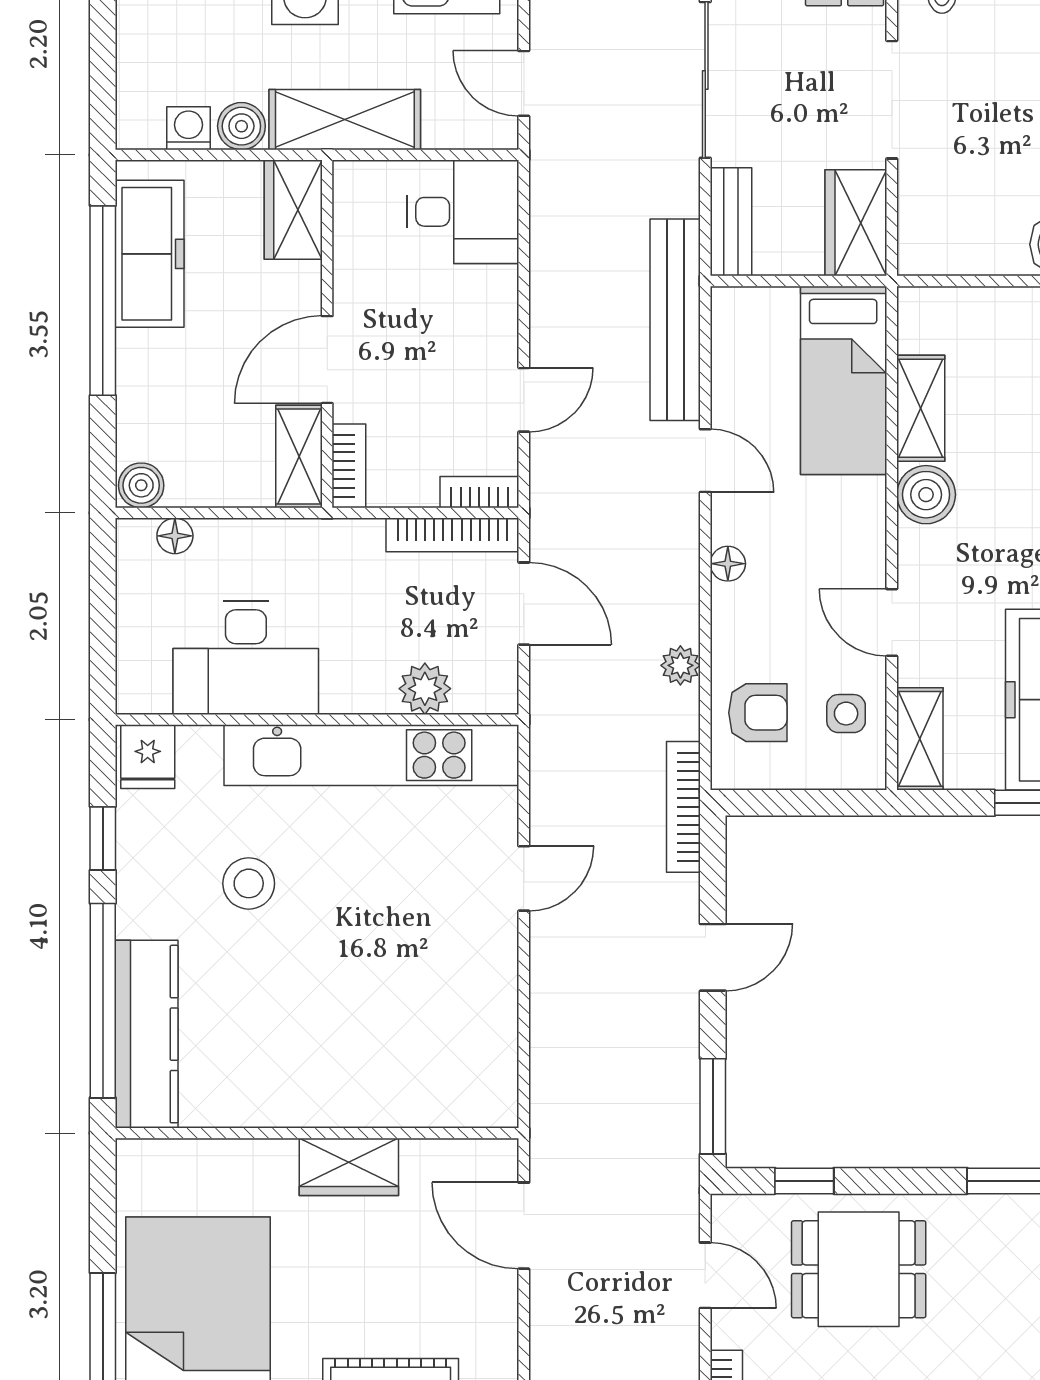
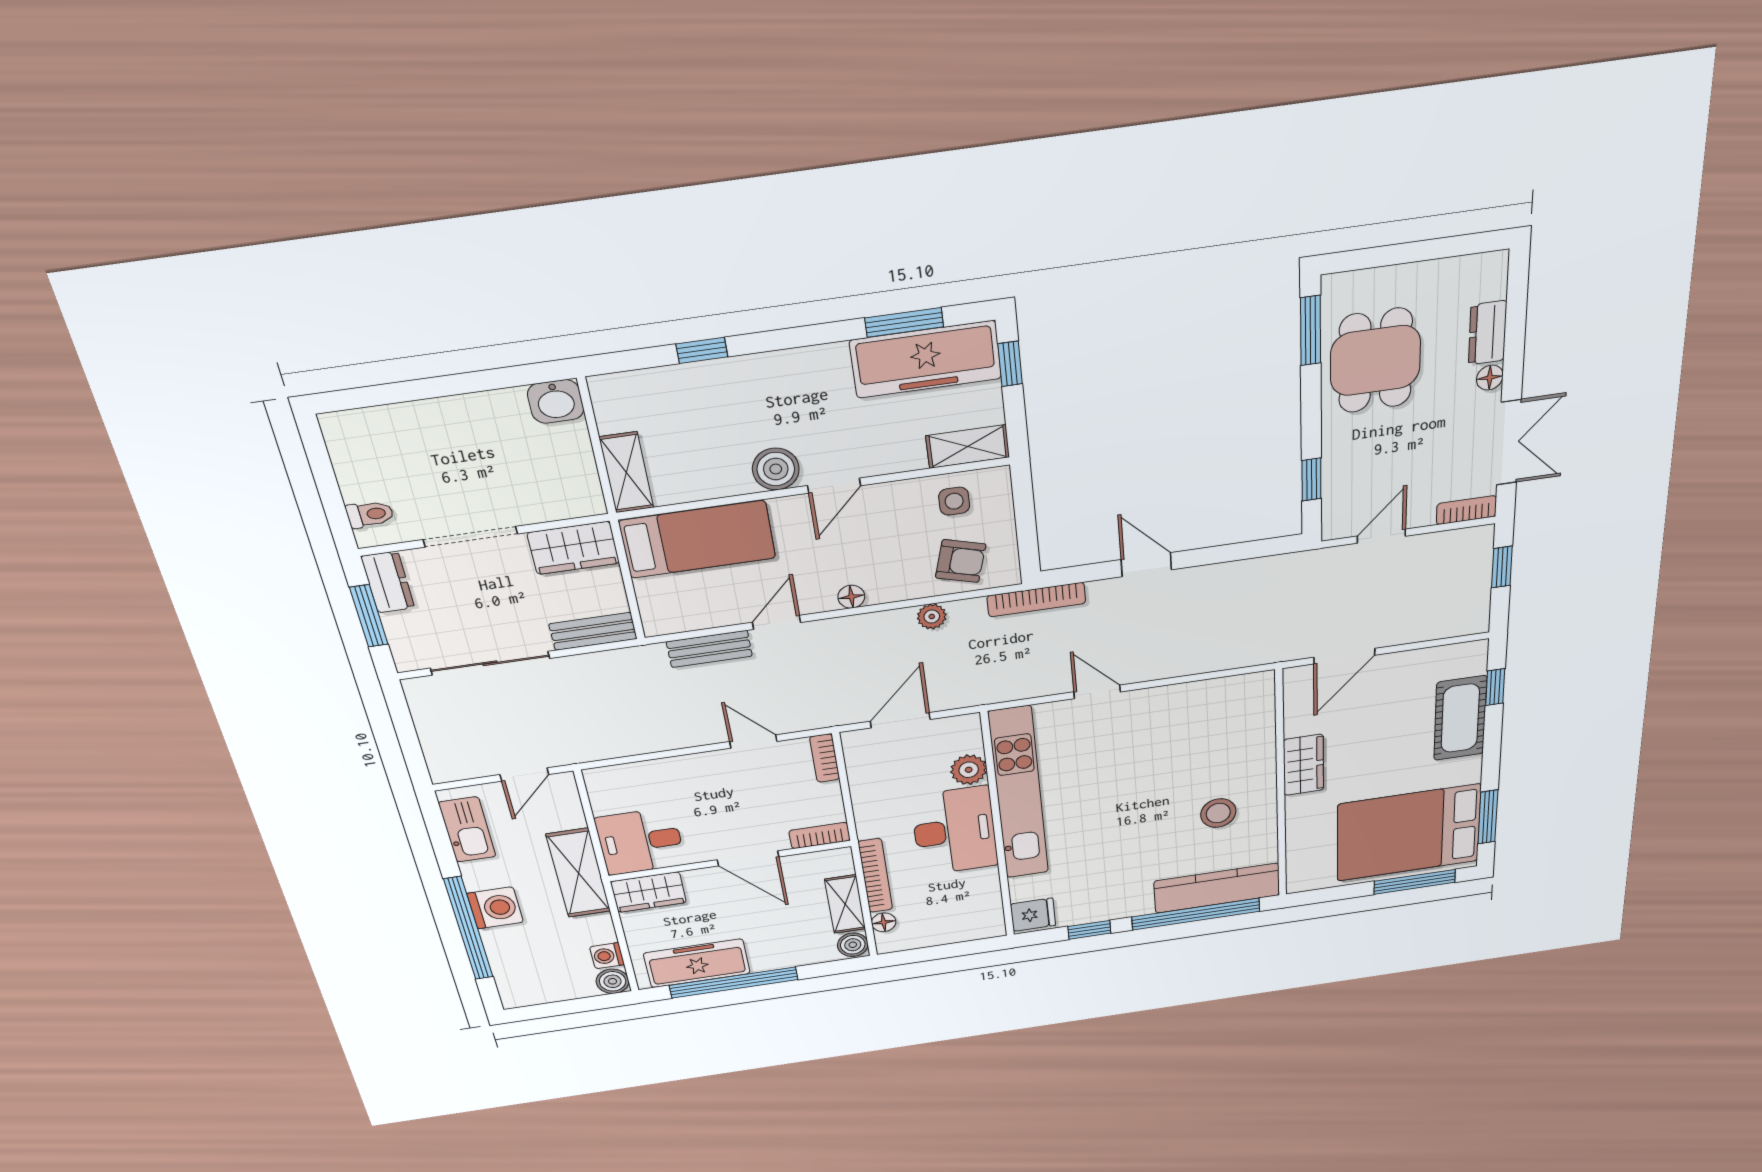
boiler: (241, 126) -> (613, 981), moved
desk: (463, 212) -> (640, 841), moved, turned -90
bench: (675, 320) -> (709, 649), width x0.54, depth x0.82
shelving: (921, 408) -> (626, 472), moved, turned 90
shelving: (299, 456) -> (845, 904), moved, turned 90
bookcase: (452, 535) -> (875, 876), moved
door: (892, 623) -> (834, 486), moved
desk: (246, 658) -> (955, 831), moved
armchair: (758, 713) -> (961, 561), turned 106
stool: (249, 883) -> (1218, 813), moved
window: (713, 1106) -> (1257, 549), removed
dining table: (859, 1269) -> (1375, 361), moved

